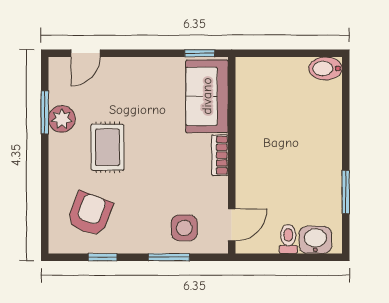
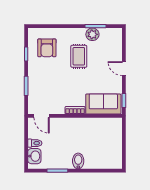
door: (85, 53) -> (124, 69), moved
bidet: (325, 68) -> (78, 161), moved
rug: (107, 147) -> (79, 56), turned 90
armchair: (90, 214) -> (47, 48), turned 69
side table: (184, 228) -> (40, 93), removed

